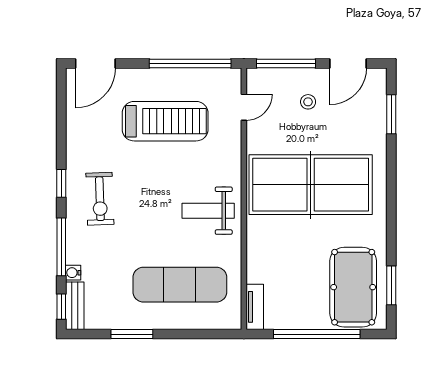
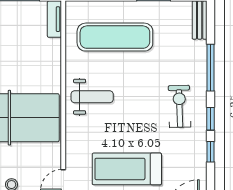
water cooler: (73, 273) -> (201, 47), removed
window: (61, 307) -> (211, 152), moved

